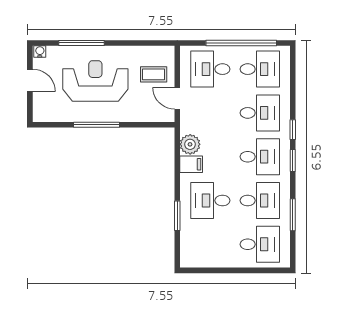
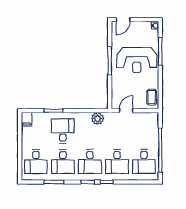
desk: (210, 69) -> (144, 131), removed
coffee table: (154, 74) -> (152, 97), moved
door: (30, 80) -> (123, 20), moved
reception desk: (95, 81) -> (137, 60), turned 90
filing cabinet: (191, 164) -> (27, 119), moved

